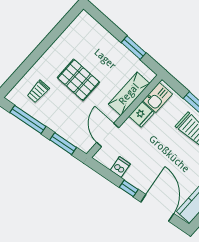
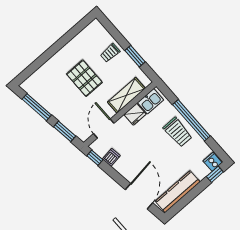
trolley: (38, 91) -> (110, 53), moved
window: (129, 188) -> (95, 158), moved

